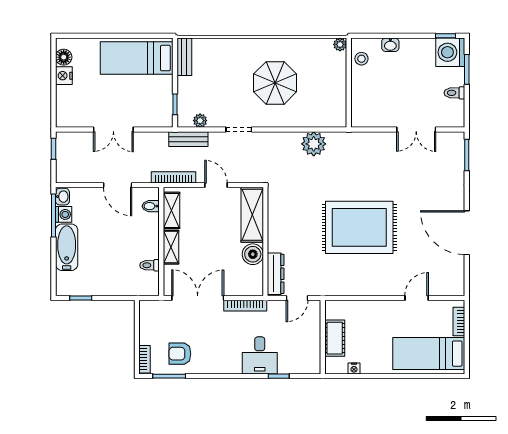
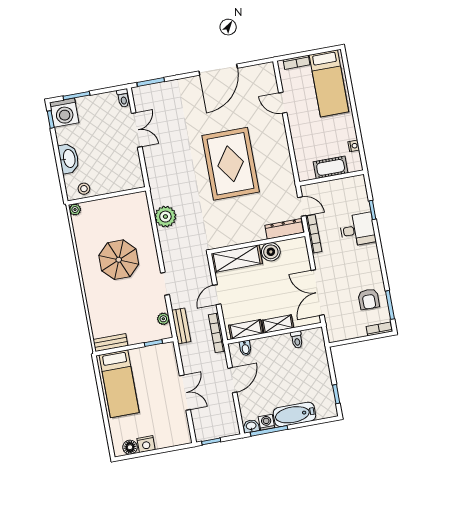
washbasin: (390, 45) -> (69, 159), width x1.91, depth x1.45
toilet: (454, 93) -> (123, 98), moved
bookcase: (245, 306) -> (314, 234), moved

